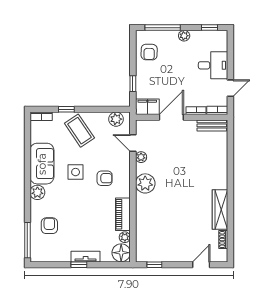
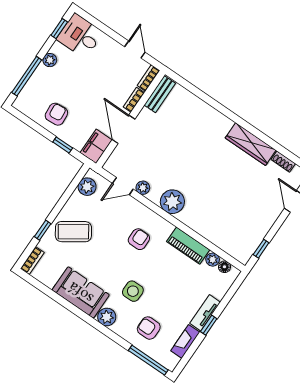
armchair: (149, 52) -> (56, 114), moved, turned -96
desk: (213, 65) -> (80, 36), moved, turned -90
side table: (76, 172) -> (133, 291), moved
floor lamp: (121, 253) -> (224, 267), width x0.53, depth x0.53
fireplace: (57, 257) -> (185, 342), added

